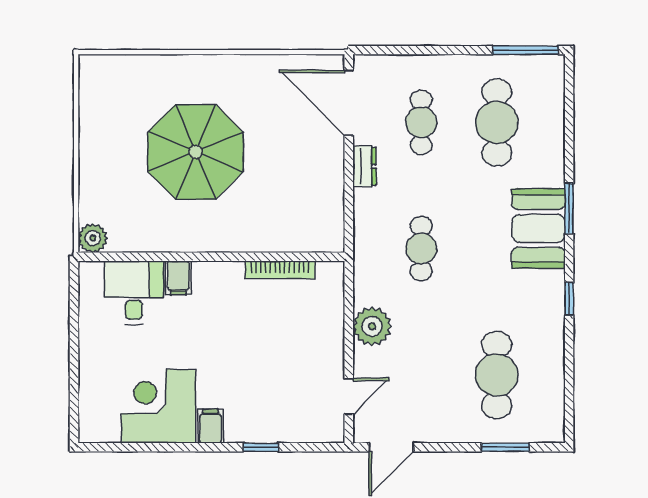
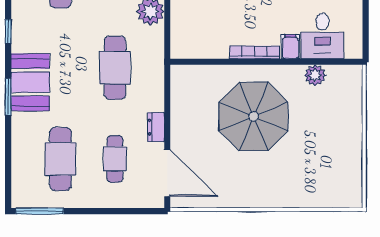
parasol: (196, 152) -> (254, 116), moved
plant: (93, 238) -> (315, 75), moved
cafe table: (421, 249) -> (115, 68), width x1.37, depth x1.35
bookcase: (280, 270) -> (255, 52), moved

